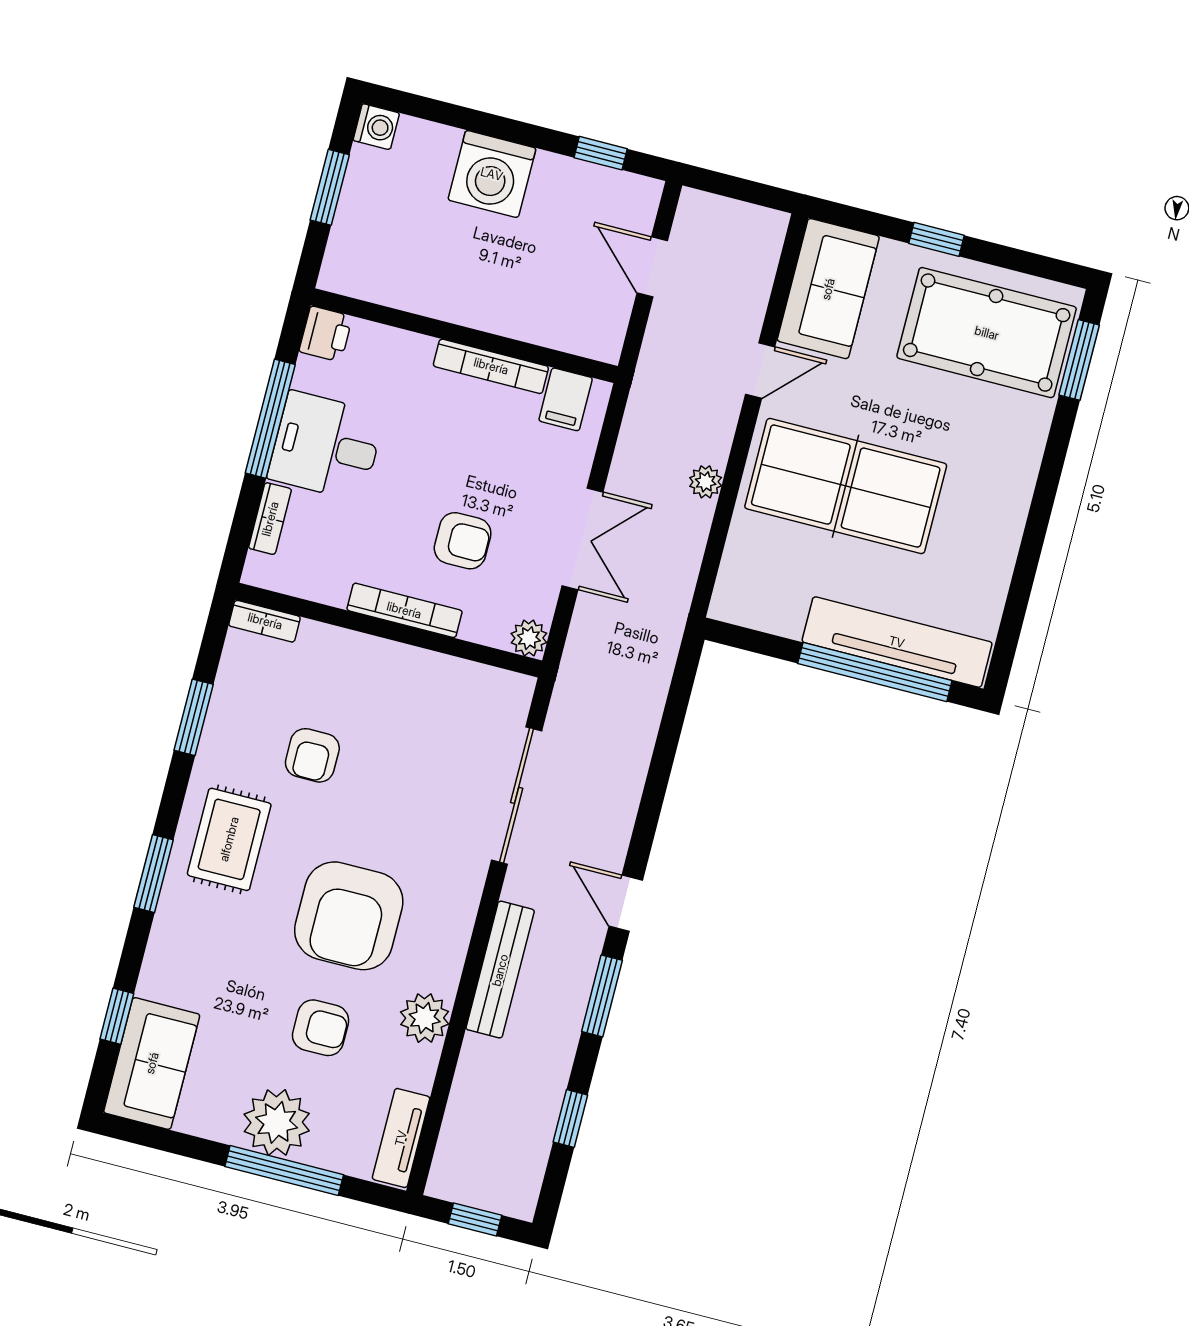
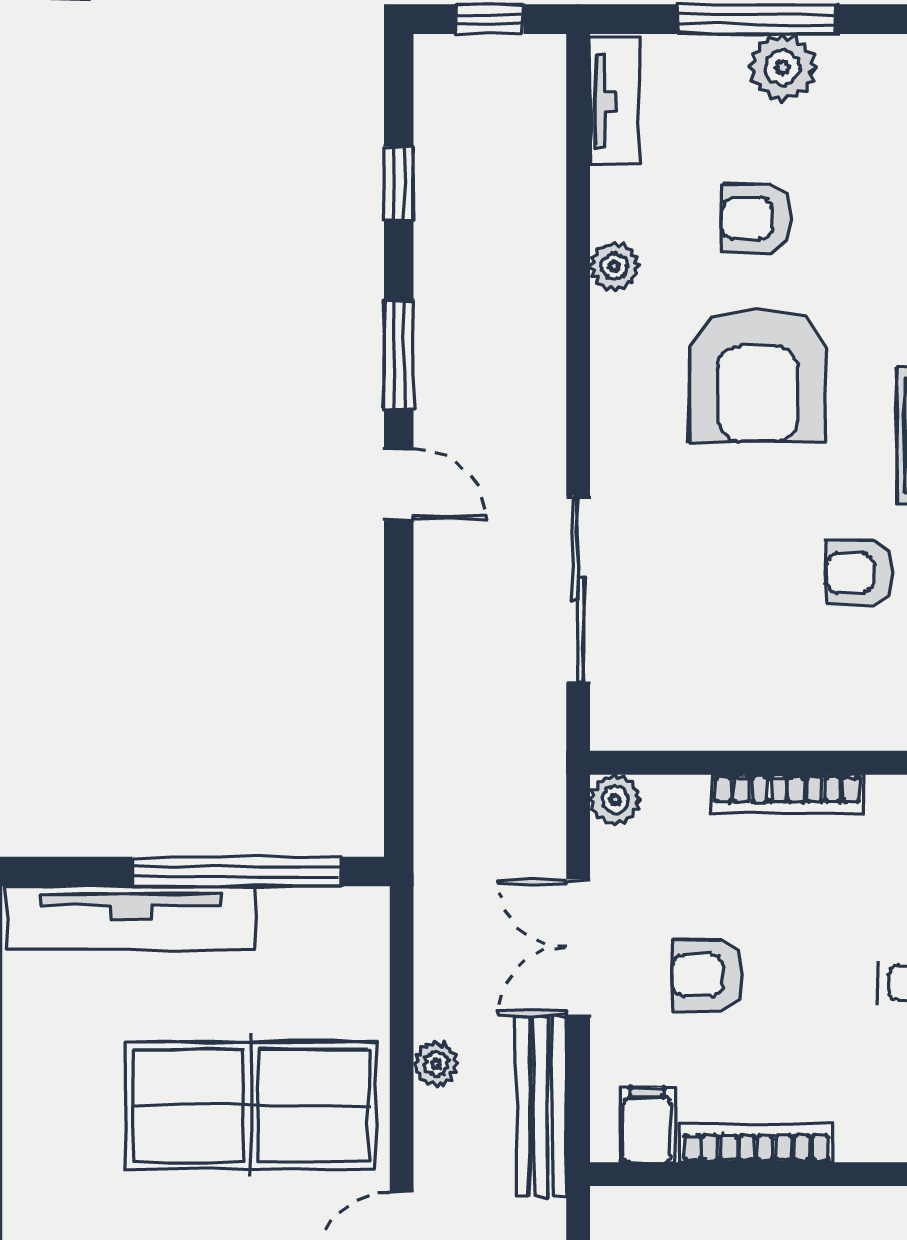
armchair: (463, 541) -> (708, 975), moved
window: (875, 672) -> (237, 872), moved
armchair: (312, 755) -> (859, 573), turned -90
armchair: (349, 916) -> (758, 375), turned 180
bench: (500, 970) -> (541, 1107), moved
plant: (425, 1018) -> (614, 266), width x0.73, depth x0.73
plant: (277, 1122) -> (782, 67), width x0.73, depth x0.73

